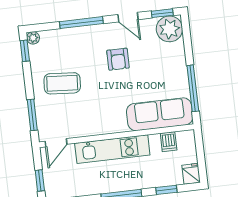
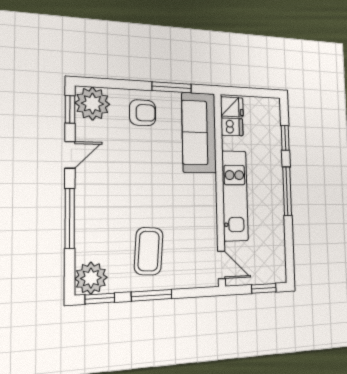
plant: (33, 38) -> (91, 278), width x1.87, depth x1.87
armchair: (118, 59) -> (143, 113), moved
window: (193, 88) -> (172, 87), width x0.69
window: (32, 115) -> (152, 295), moved
fridge: (191, 174) -> (232, 107), moved, turned 180

